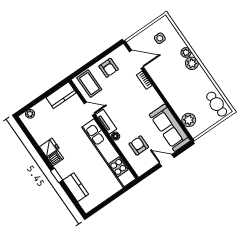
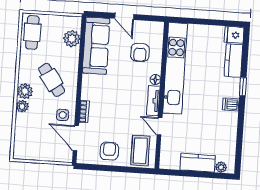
side table: (160, 38) -> (63, 115), moved
cafe table: (181, 84) -> (52, 80), added
kitchen counter: (61, 95) -> (198, 163), moved
fridge: (49, 147) -> (234, 35), moved

